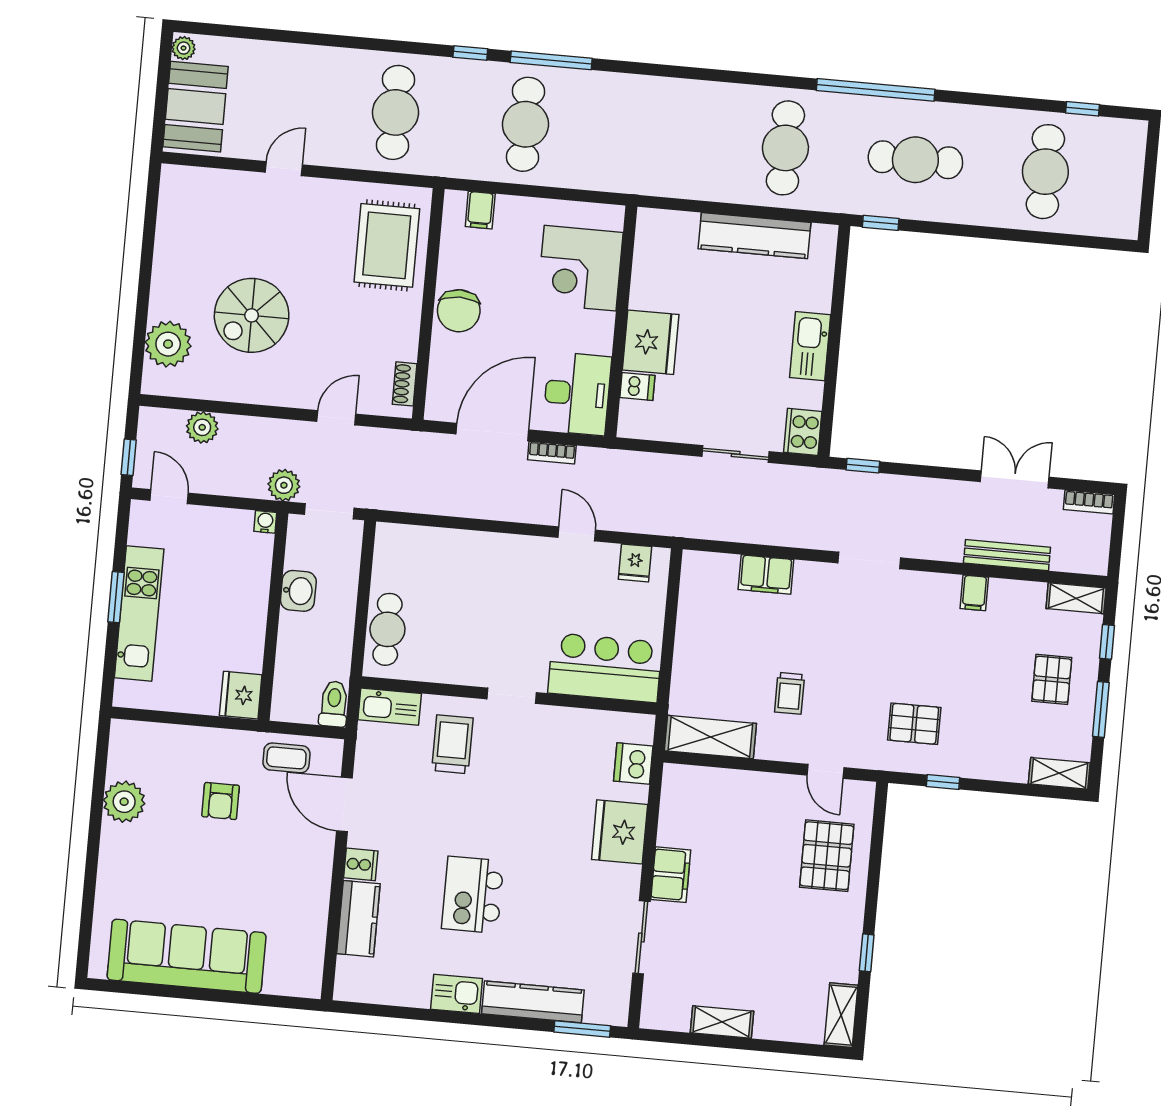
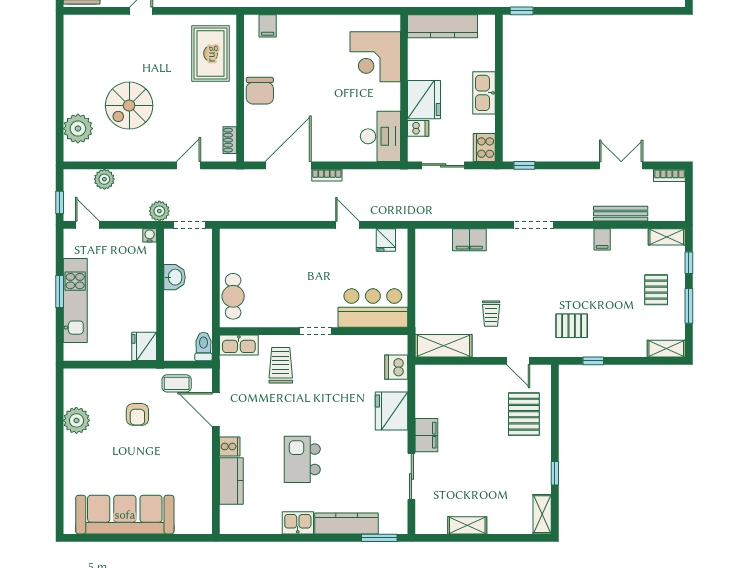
corner desk: (580, 268) -> (375, 57), moved
wall: (621, 321) -> (404, 88), moved
fridge: (651, 342) -> (424, 100), moved
dishwasher: (637, 387) -> (418, 128), moved
desk: (577, 394) -> (380, 136), moved

